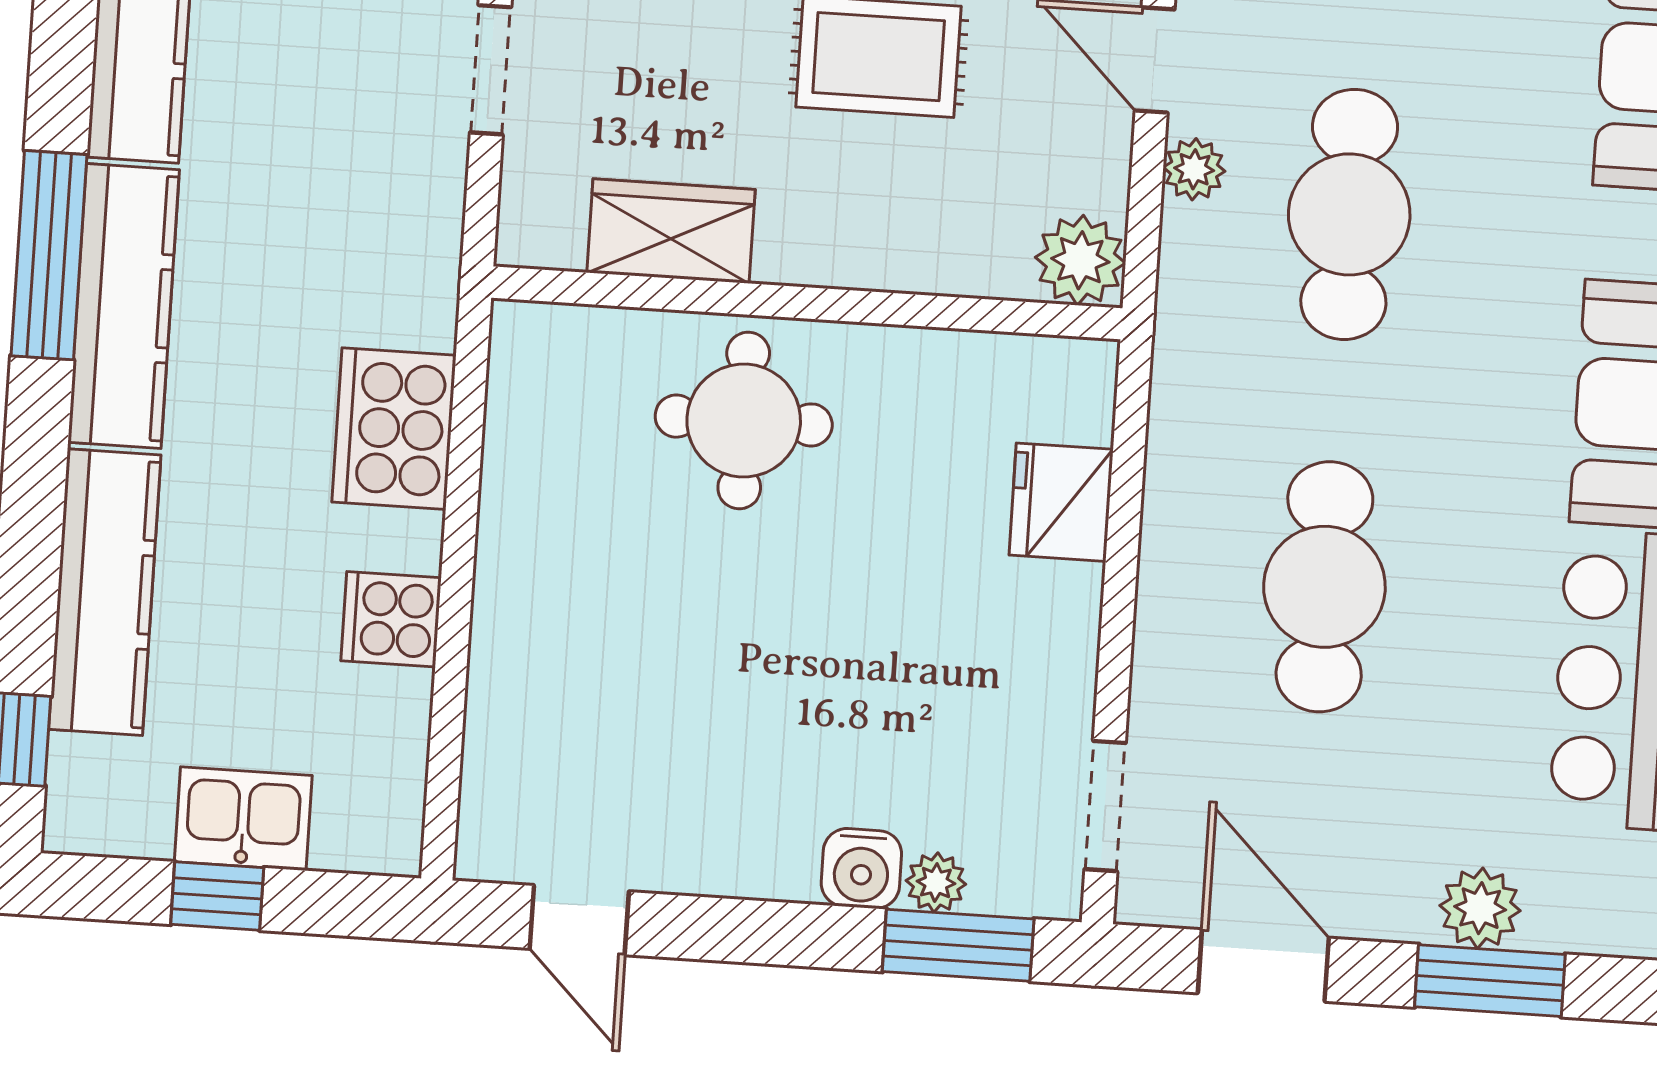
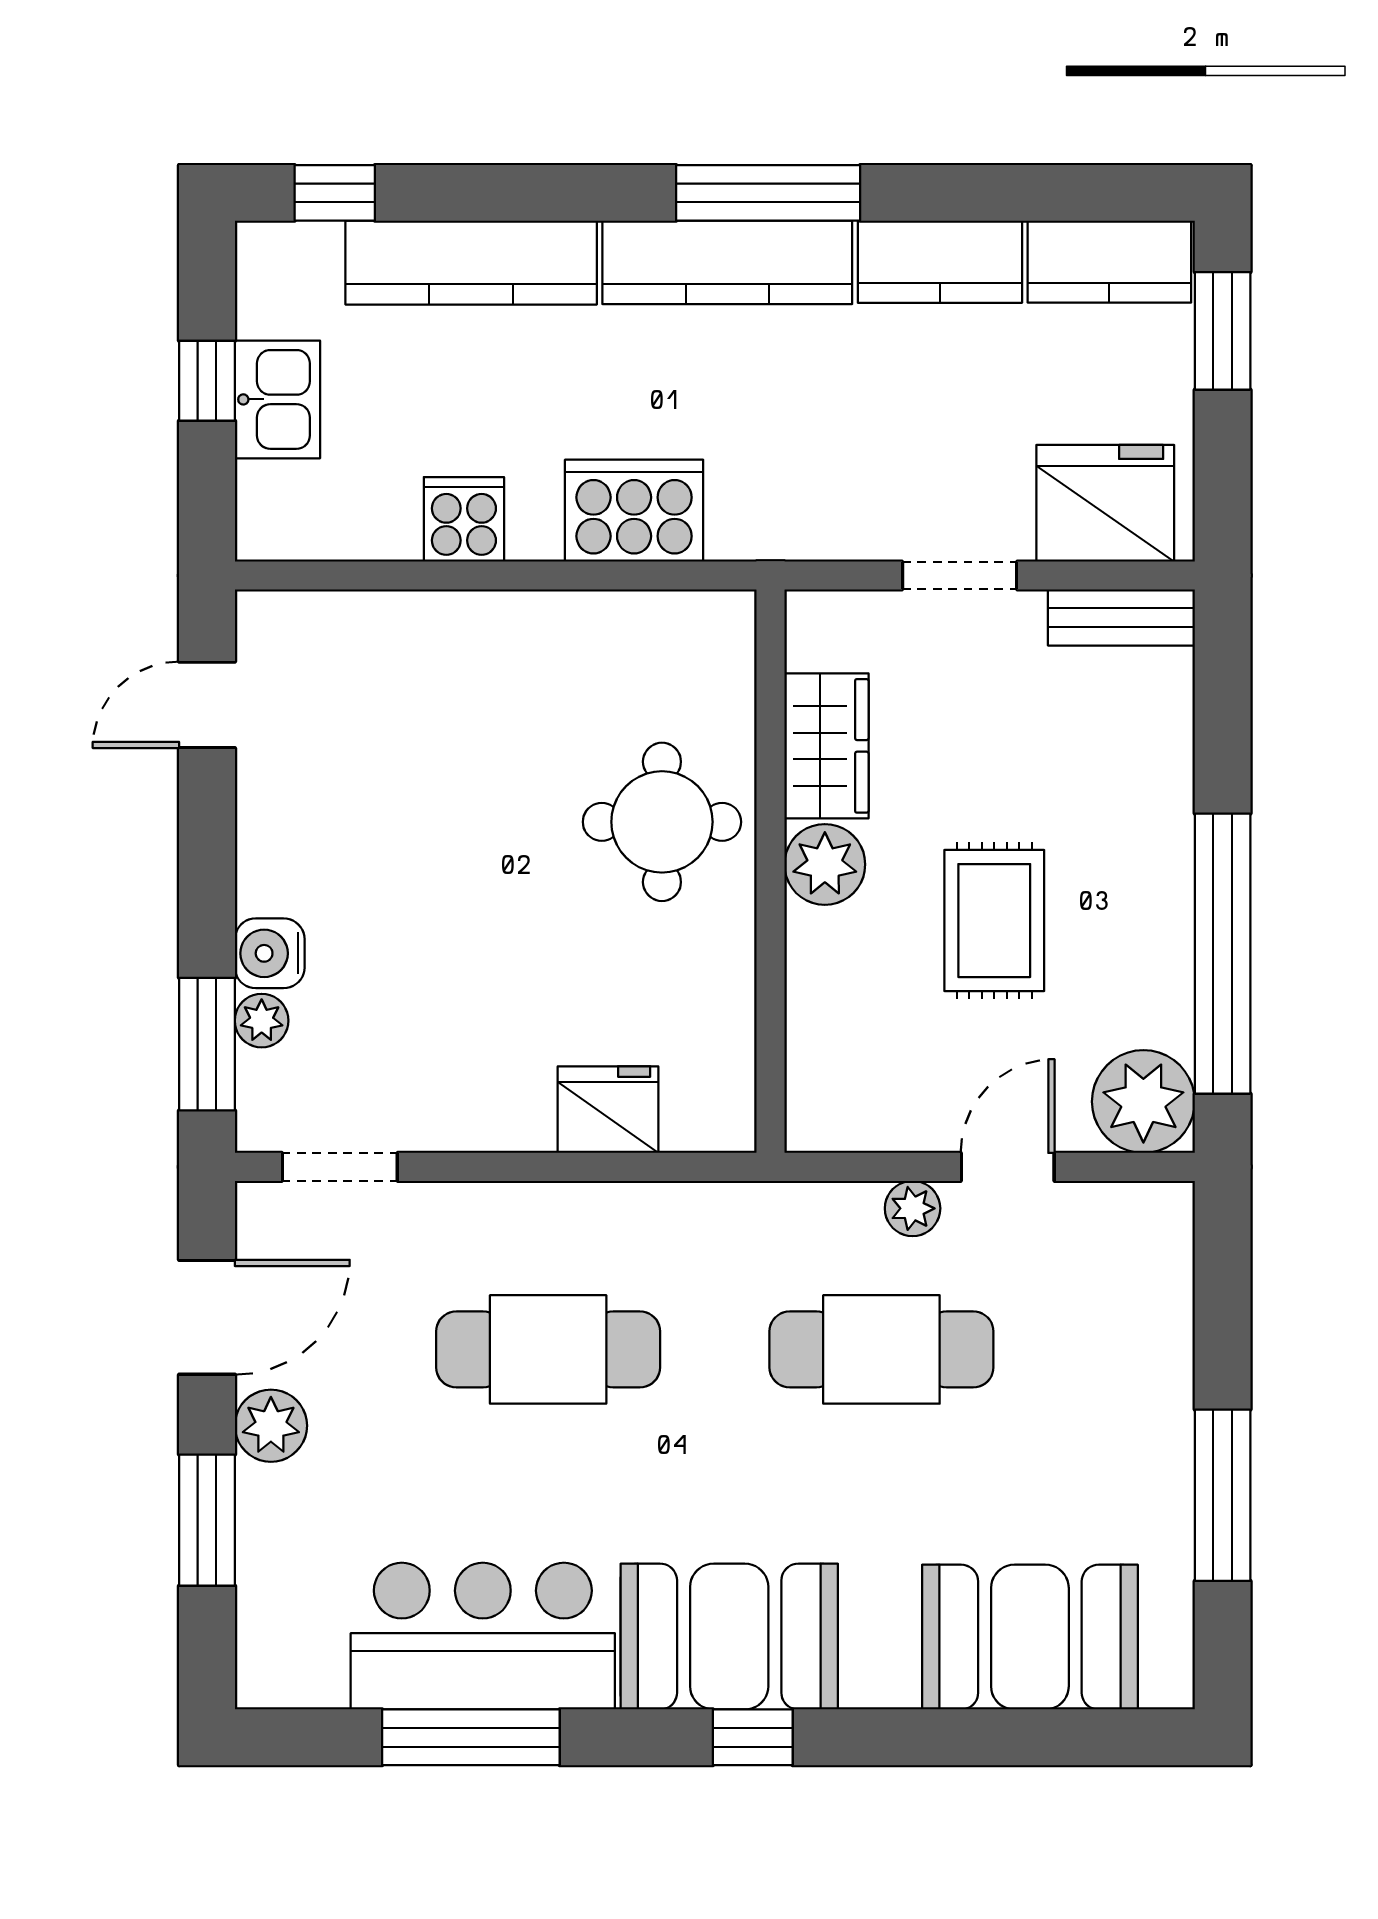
plant: (1080, 260) -> (825, 864), moved
plant: (1480, 908) -> (271, 1426), moved

